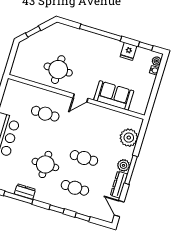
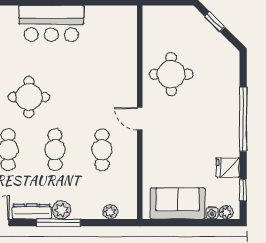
sofa: (114, 95) -> (178, 203), moved, turned -90
cafe table: (45, 114) -> (102, 150), moved
plant: (129, 138) -> (110, 212), width x0.53, depth x0.53

